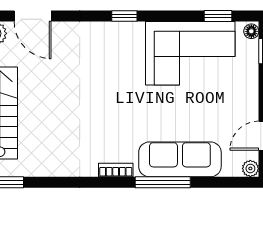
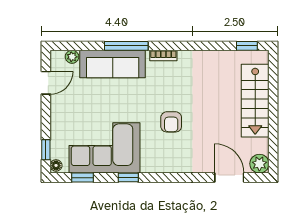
window: (124, 16) -> (128, 178), moved
armchair: (106, 86) -> (171, 122), added
plant: (250, 168) -> (72, 57), moved

